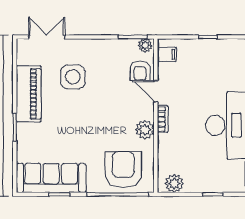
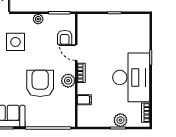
plant: (145, 45) -> (38, 19), moved
filing cabinet: (167, 54) -> (84, 100), moved
armchair: (123, 170) -> (40, 83), moved
plant: (174, 184) -> (120, 120), moved

